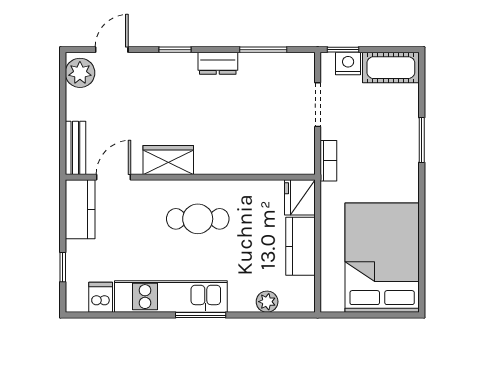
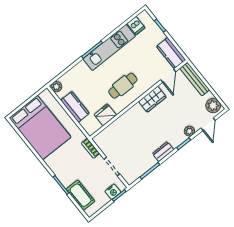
plant: (150, 62) -> (189, 131), added
cot: (391, 68) -> (81, 195), moved, turned 90
bench: (75, 148) -> (195, 79), width x1.36
fridge: (300, 197) -> (105, 115), moved, turned -90
plant: (267, 302) -> (56, 87), moved

